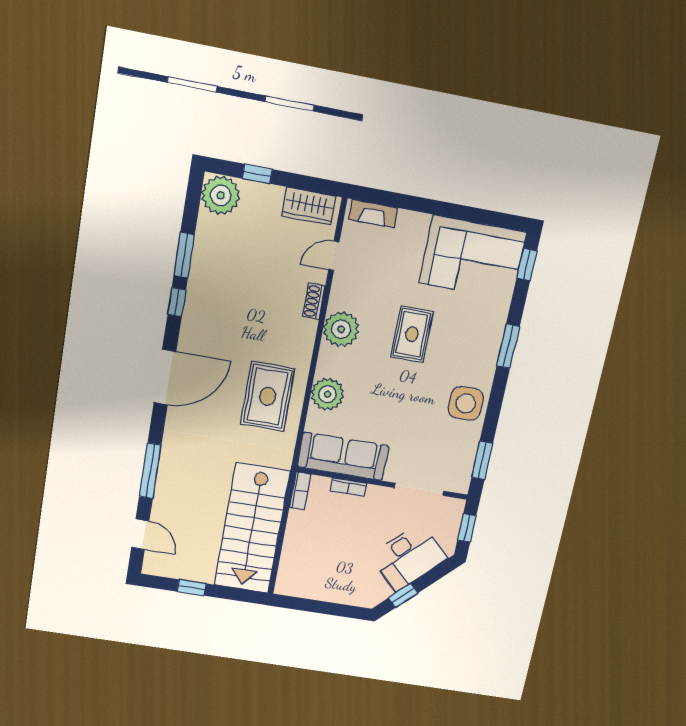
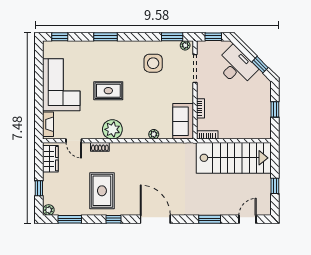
plant: (221, 195) -> (49, 210), width x0.53, depth x0.53
window: (184, 255) -> (70, 219), moved
corner sofa: (473, 258) -> (61, 85), moved
plant: (328, 394) -> (154, 134), width x0.53, depth x0.53
rug: (268, 396) -> (102, 191), moved, turned 90
side table: (466, 403) -> (153, 63), moved
sofa: (343, 456) -> (183, 121), width x0.73
window: (150, 471) -> (210, 219), width x0.69
plant: (463, 479) -> (185, 45), added
window: (323, 607) -> (275, 109), added

